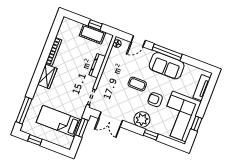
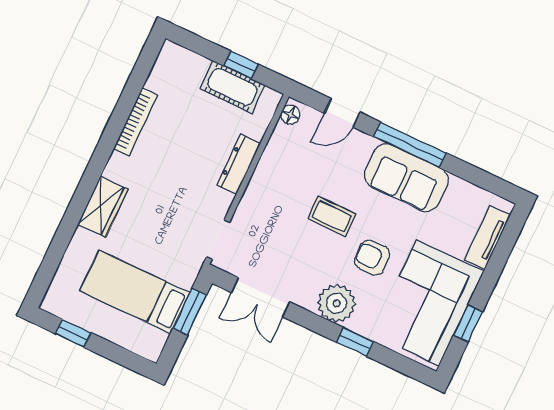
wardrobe: (47, 76) -> (103, 207), moved
window: (24, 110) -> (52, 259), removed

